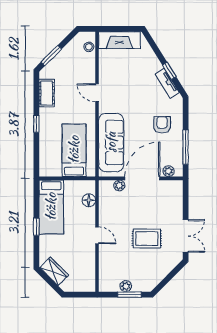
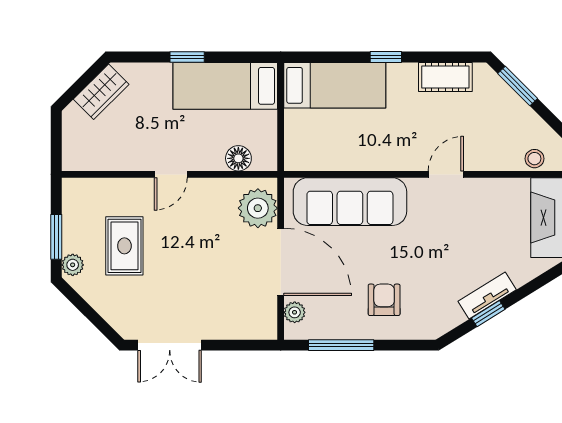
tv unit: (167, 83) -> (487, 295), moved
armchair: (162, 125) -> (384, 300), turned -90
bed: (74, 150) -> (335, 85), moved
plant: (119, 185) -> (258, 208), width x1.88, depth x1.88
rug: (147, 238) -> (124, 246), moved
plant: (126, 286) -> (73, 265), moved

